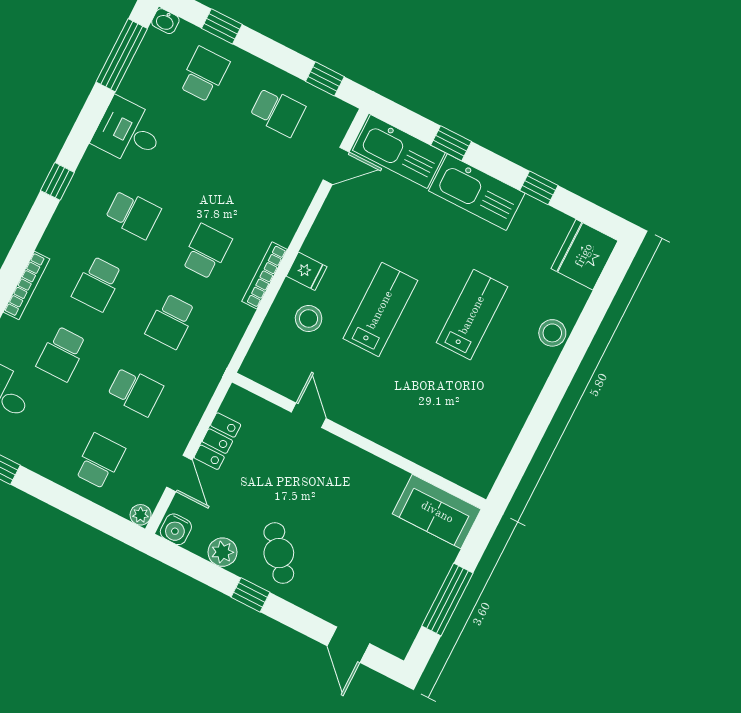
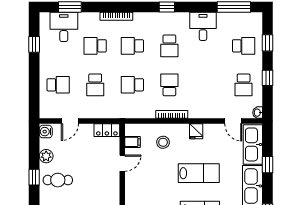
washbasin: (165, 21) -> (258, 113), moved
window: (325, 79) -> (268, 78), moved
school desk: (206, 251) -> (169, 85), turned -90
fridge: (307, 271) -> (196, 131), moved
lab bench: (380, 310) -> (199, 173), moved
filing cabinet: (279, 376) -> (132, 142), added
locker: (217, 441) -> (107, 130), moved
plant: (141, 515) -> (44, 114), removed
cafe table: (279, 553) -> (58, 180), turned 39

